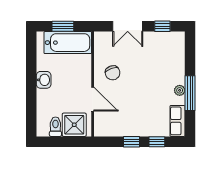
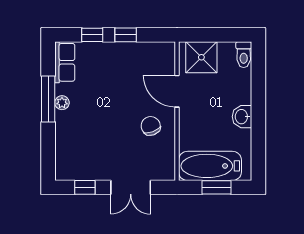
double door: (128, 26) -> (131, 187), swing flipped
toilet: (55, 127) -> (244, 55), moved

